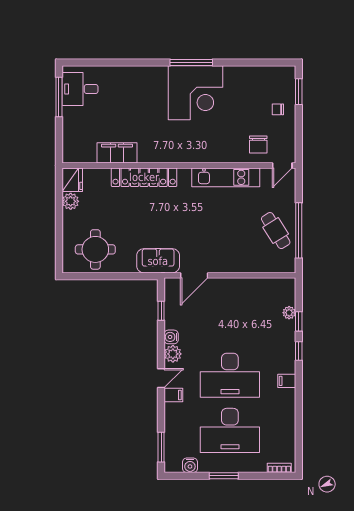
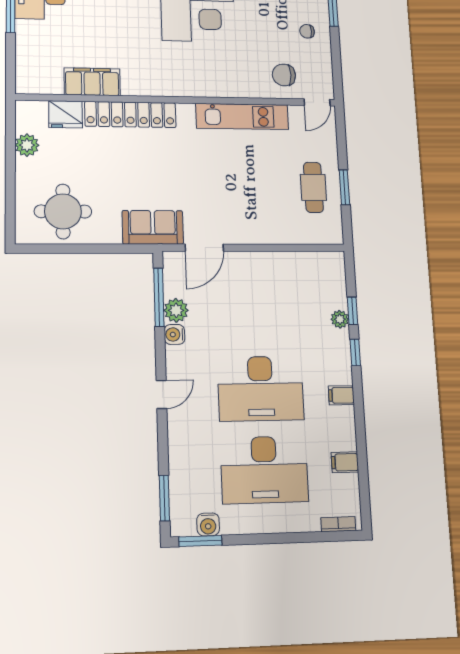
chair: (258, 144) -> (284, 75), turned 90
fridge: (72, 180) -> (66, 114), moved, turned 90
window: (299, 230) -> (344, 187), width x0.47
cafe table: (276, 231) -> (313, 187), turned 32
window: (161, 311) -> (159, 297), width x2.17
plant: (289, 313) -> (340, 319), moved
plant: (173, 354) -> (176, 310), moved
filing cabinet: (173, 395) -> (345, 462), moved, turned 180
window: (224, 476) -> (200, 541), moved

